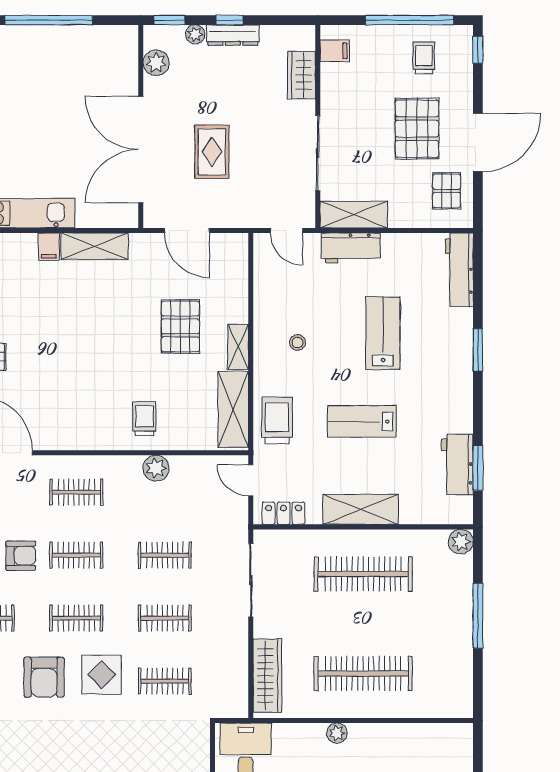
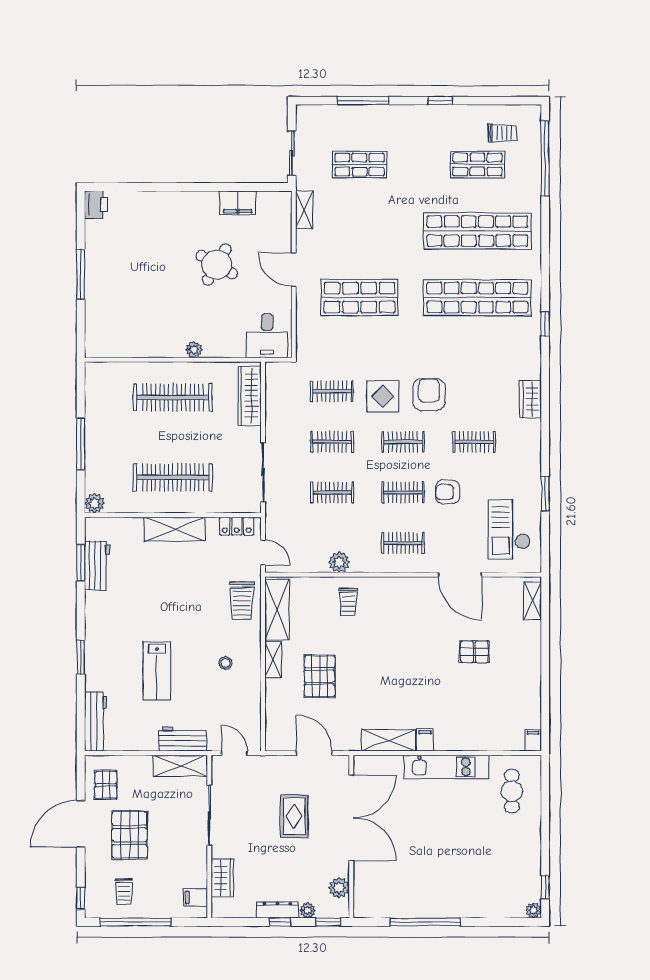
lab bench: (362, 421) -> (174, 600), removed

